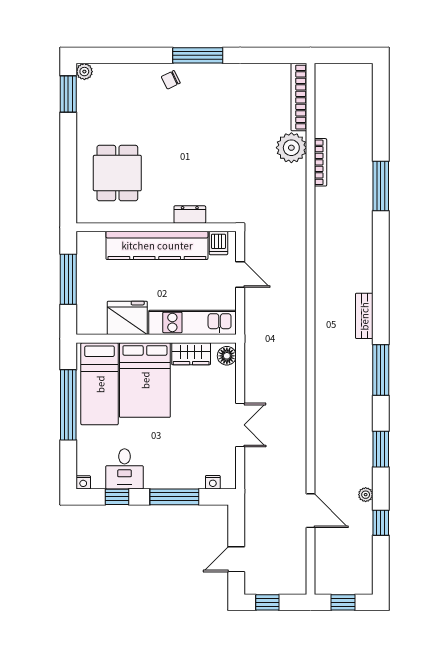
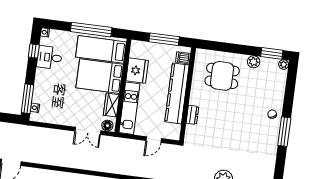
plant: (86, 123) -> (254, 62), added
dishwasher: (218, 243) -> (183, 58), moved
double door: (240, 425) -> (88, 131), moved
window: (174, 497) -> (28, 99), moved

